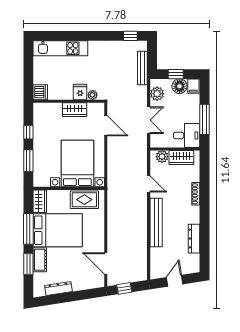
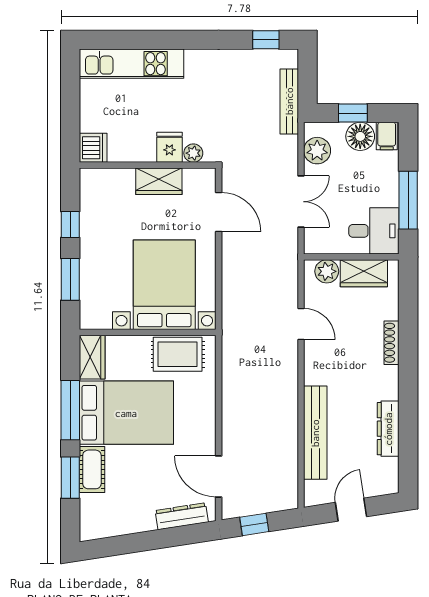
bench: (156, 223) -> (315, 433), moved
dresser: (58, 289) -> (182, 516), moved

